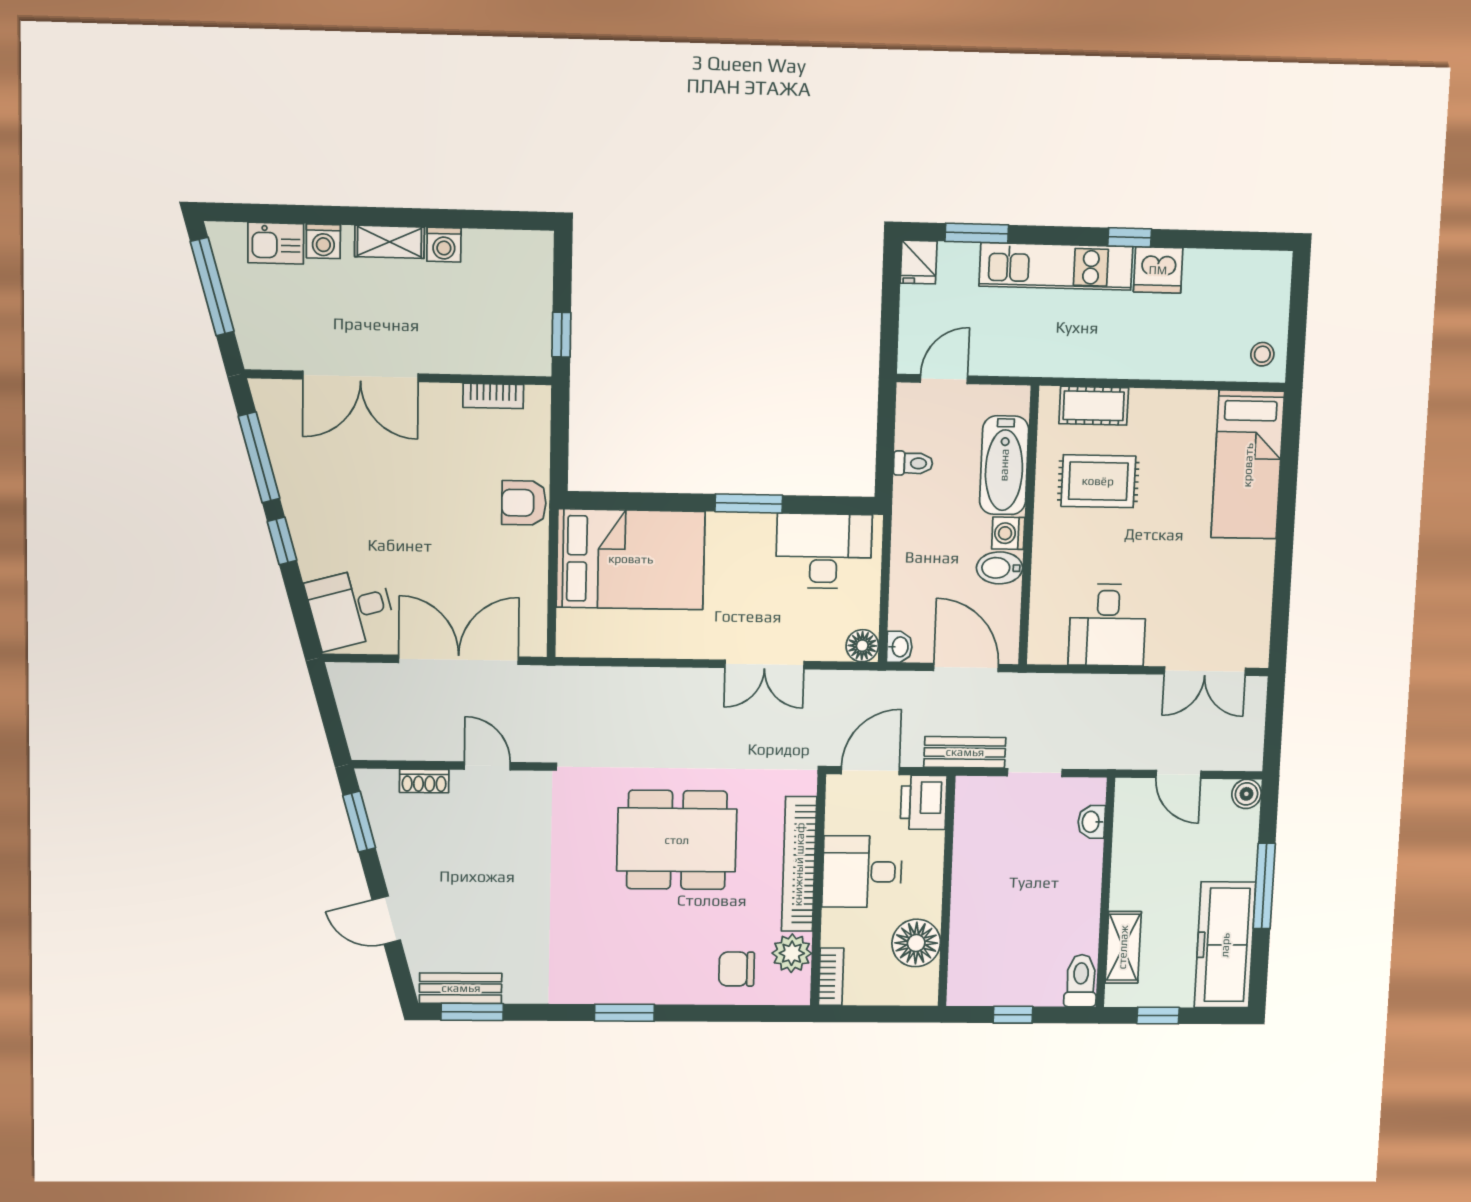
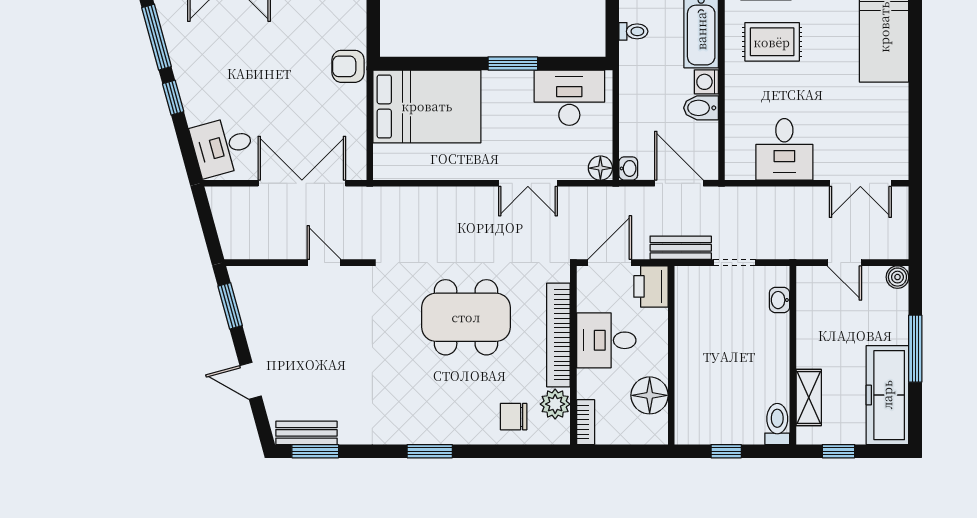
shoe rack: (424, 781) -> (278, 275), removed

